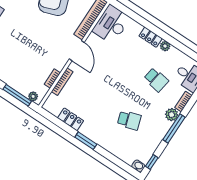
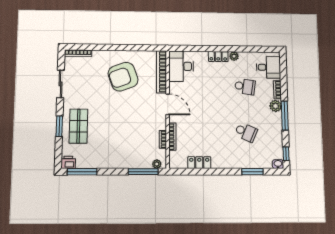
school desk: (129, 120) -> (246, 132), turned 42
window: (86, 141) -> (252, 172), moved

